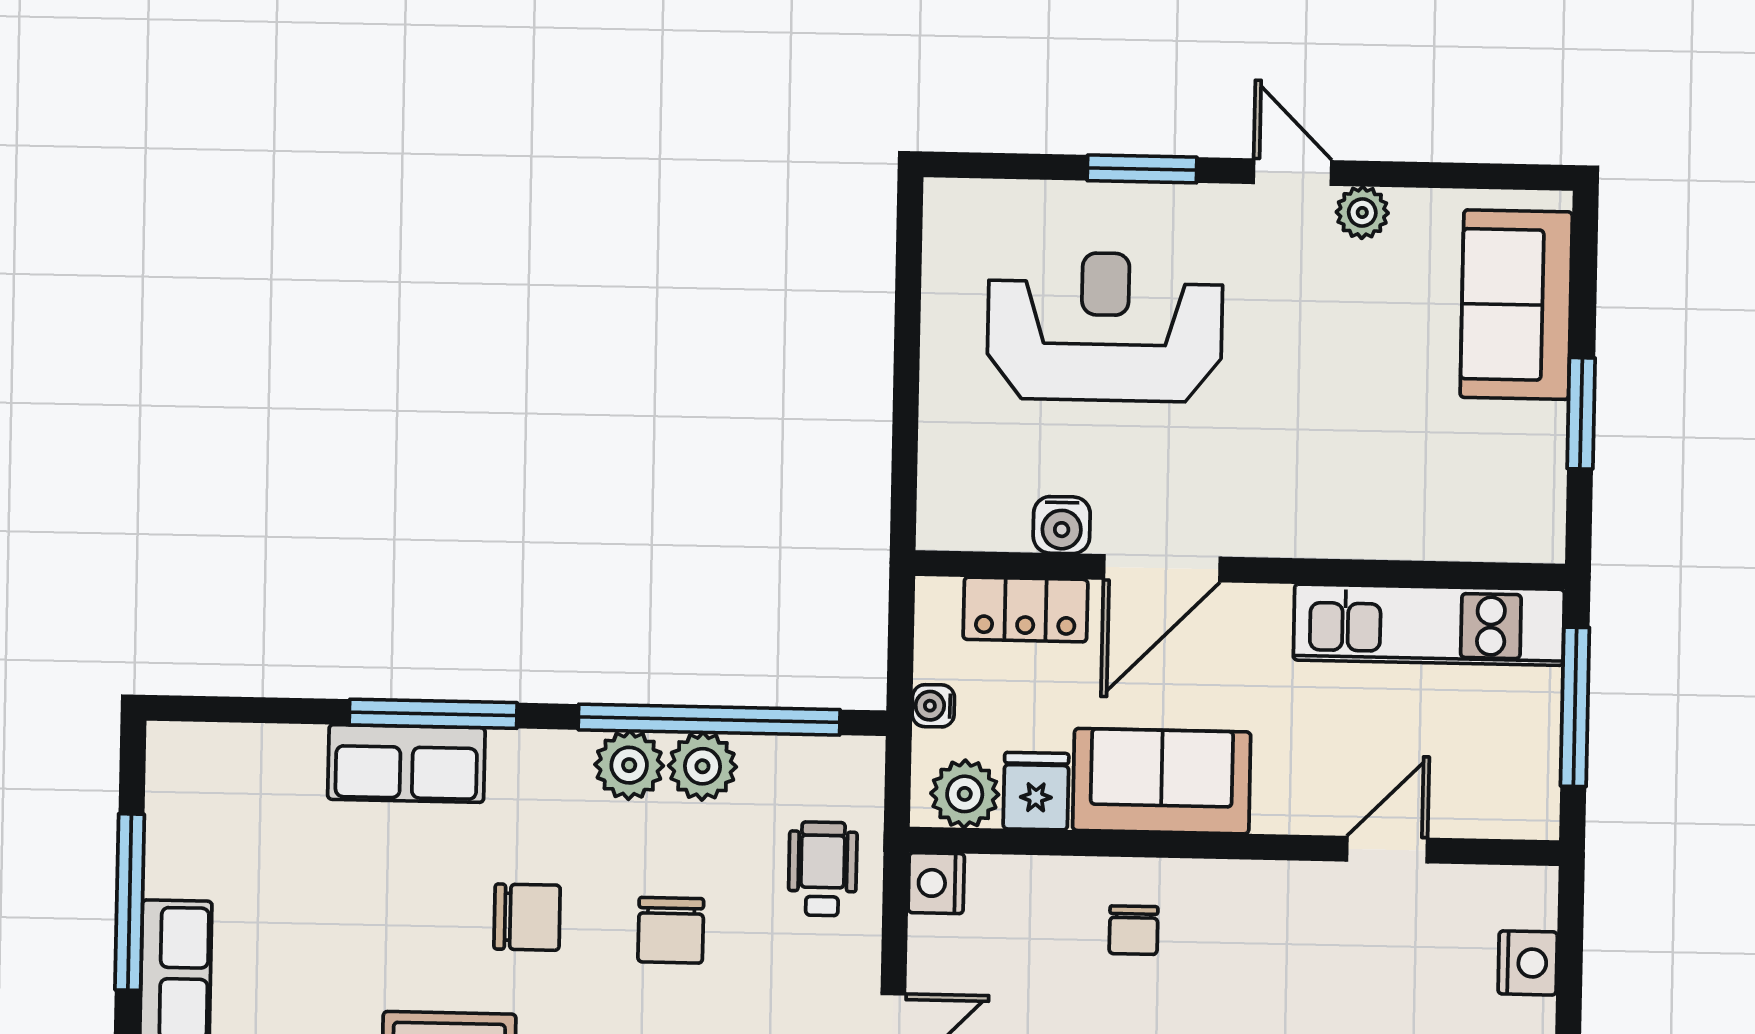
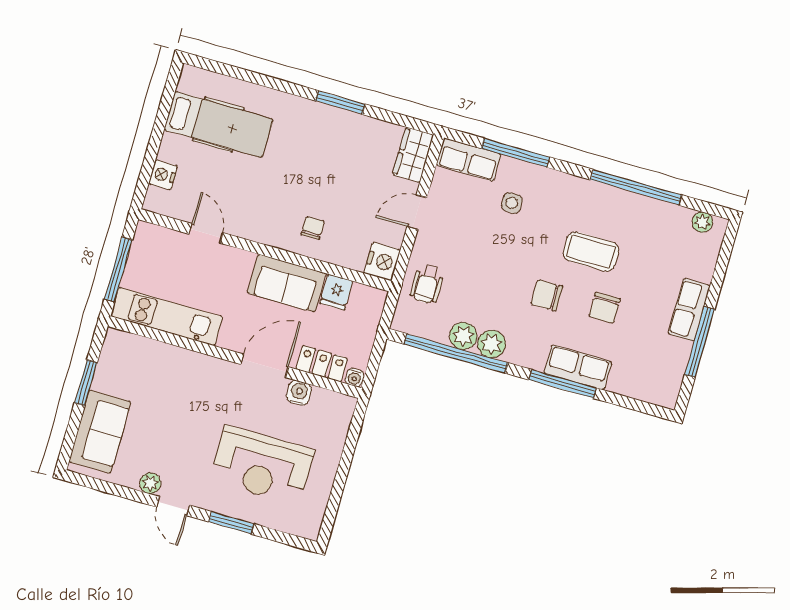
water cooler: (933, 706) -> (355, 377), moved, turned 90
plant: (965, 794) -> (364, 298), removed
door: (1387, 850) -> (206, 233), swing flipped
nightstand: (936, 883) -> (382, 261), width x1.36, depth x1.33
chair: (671, 930) -> (605, 308), moved, turned 180

